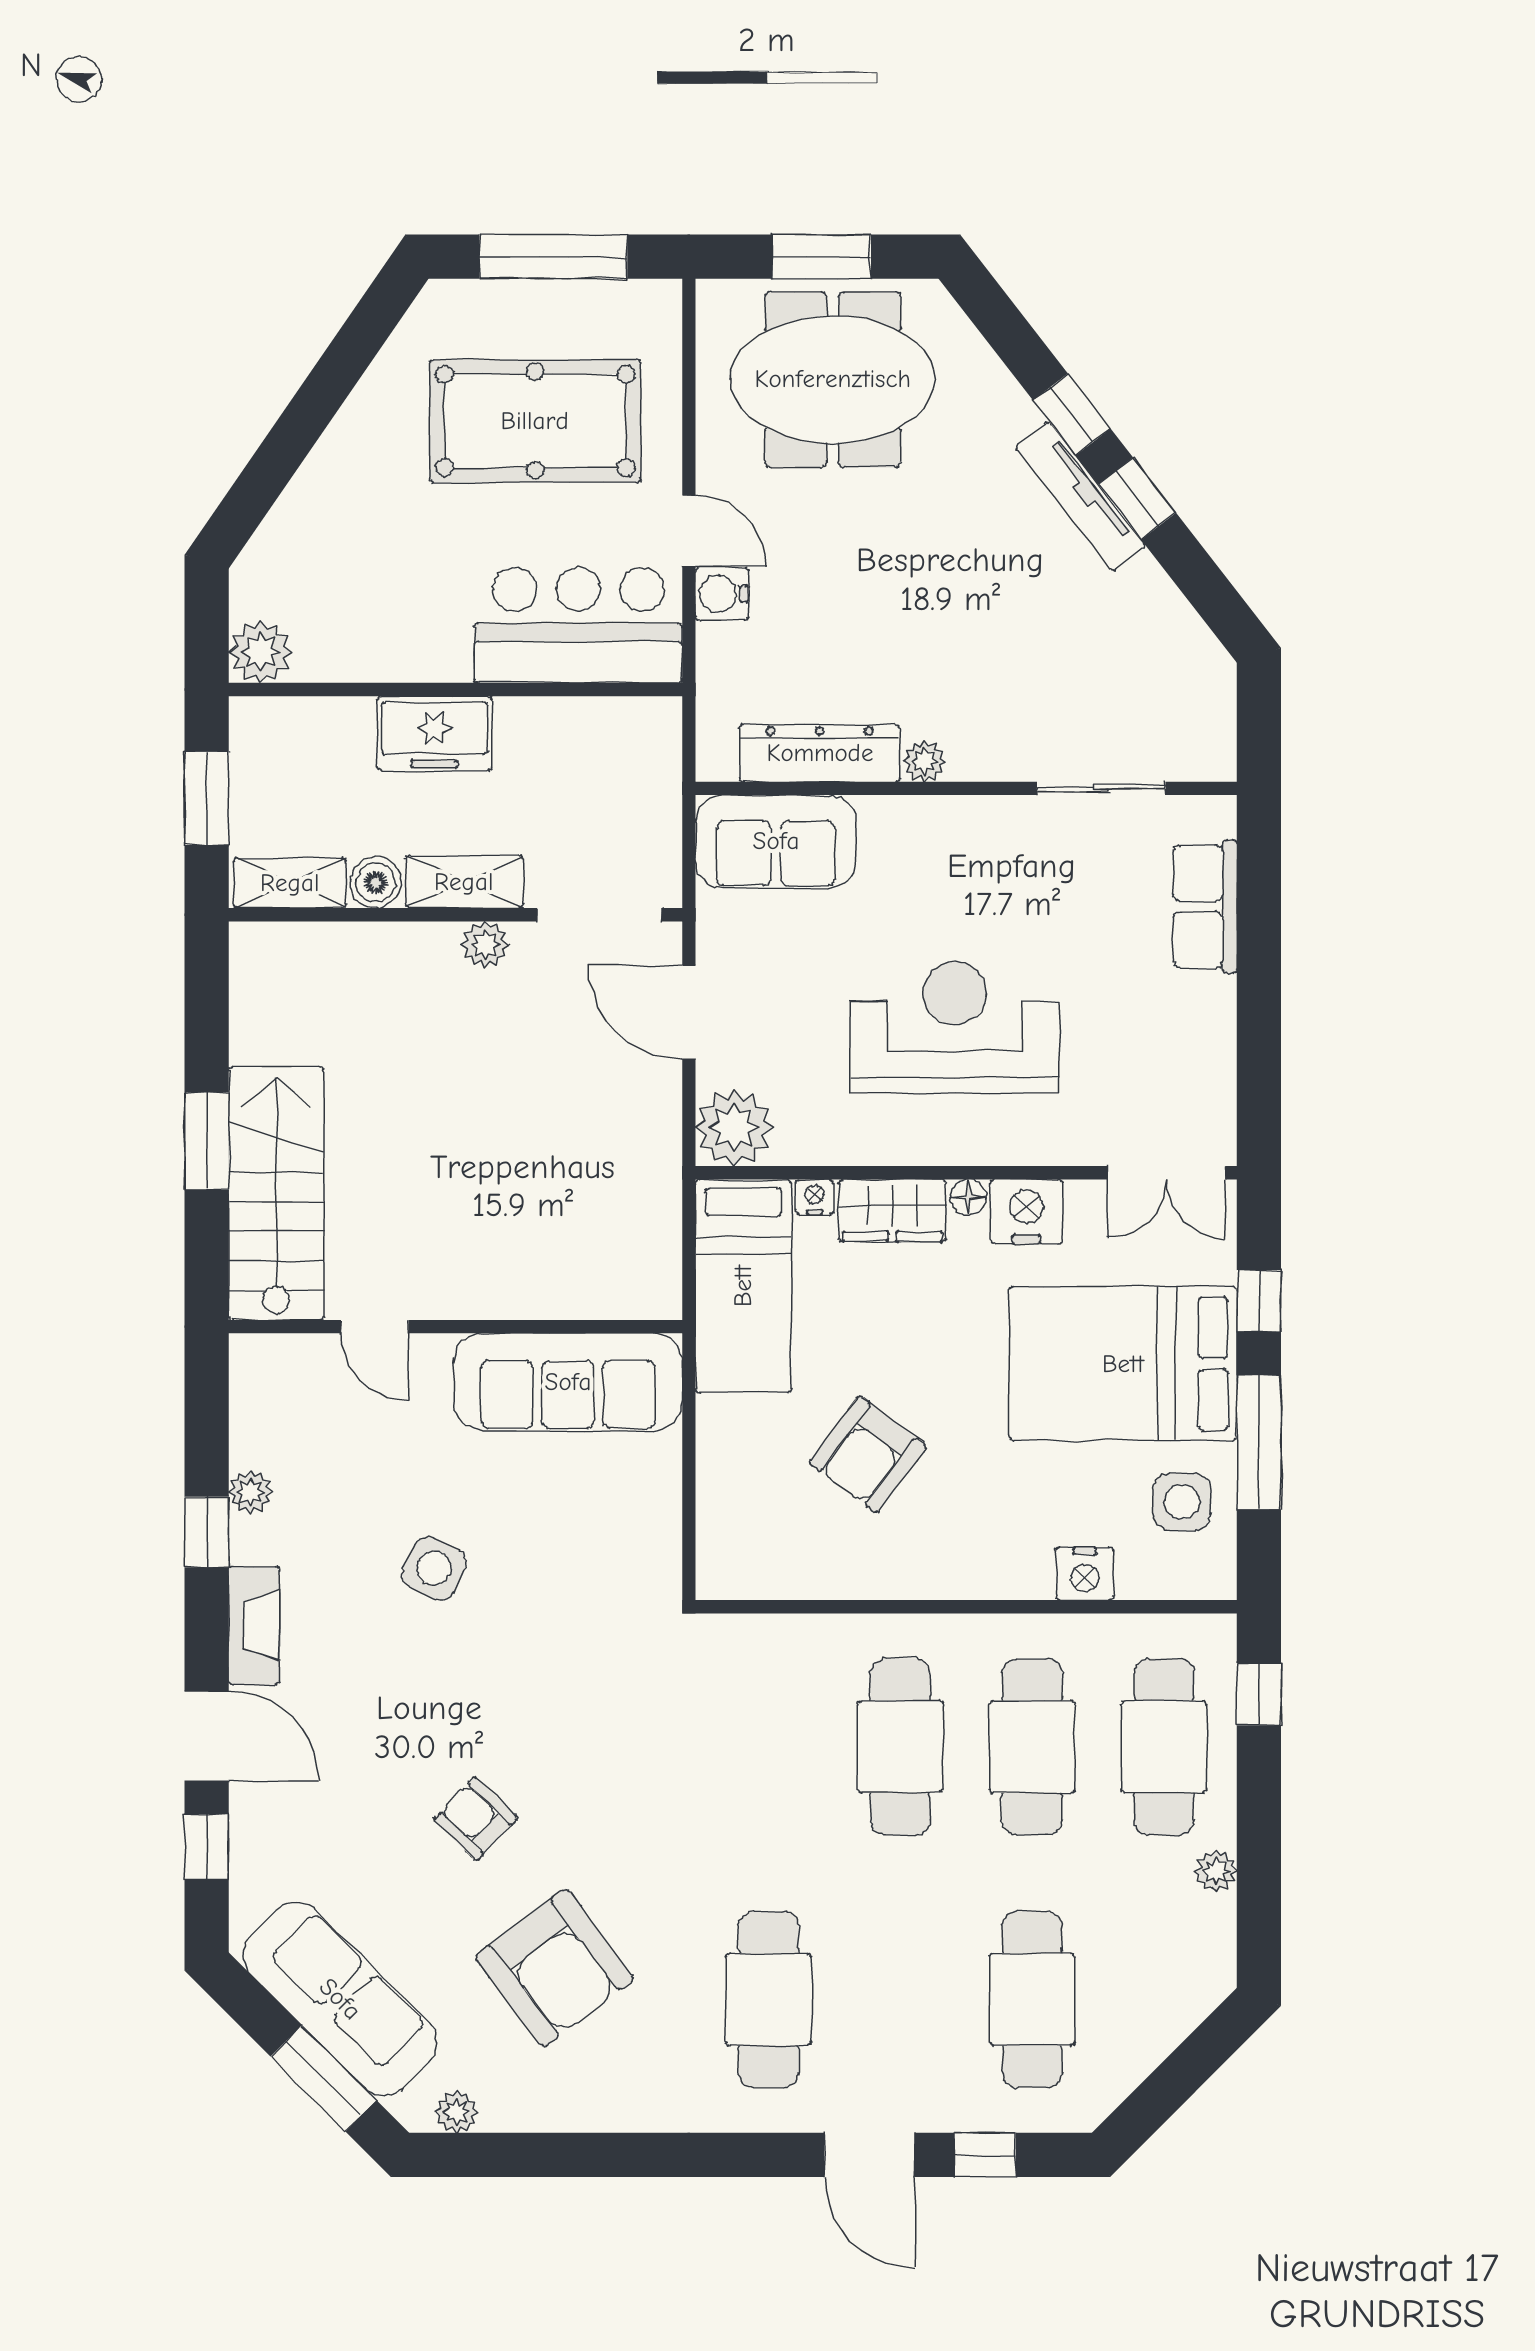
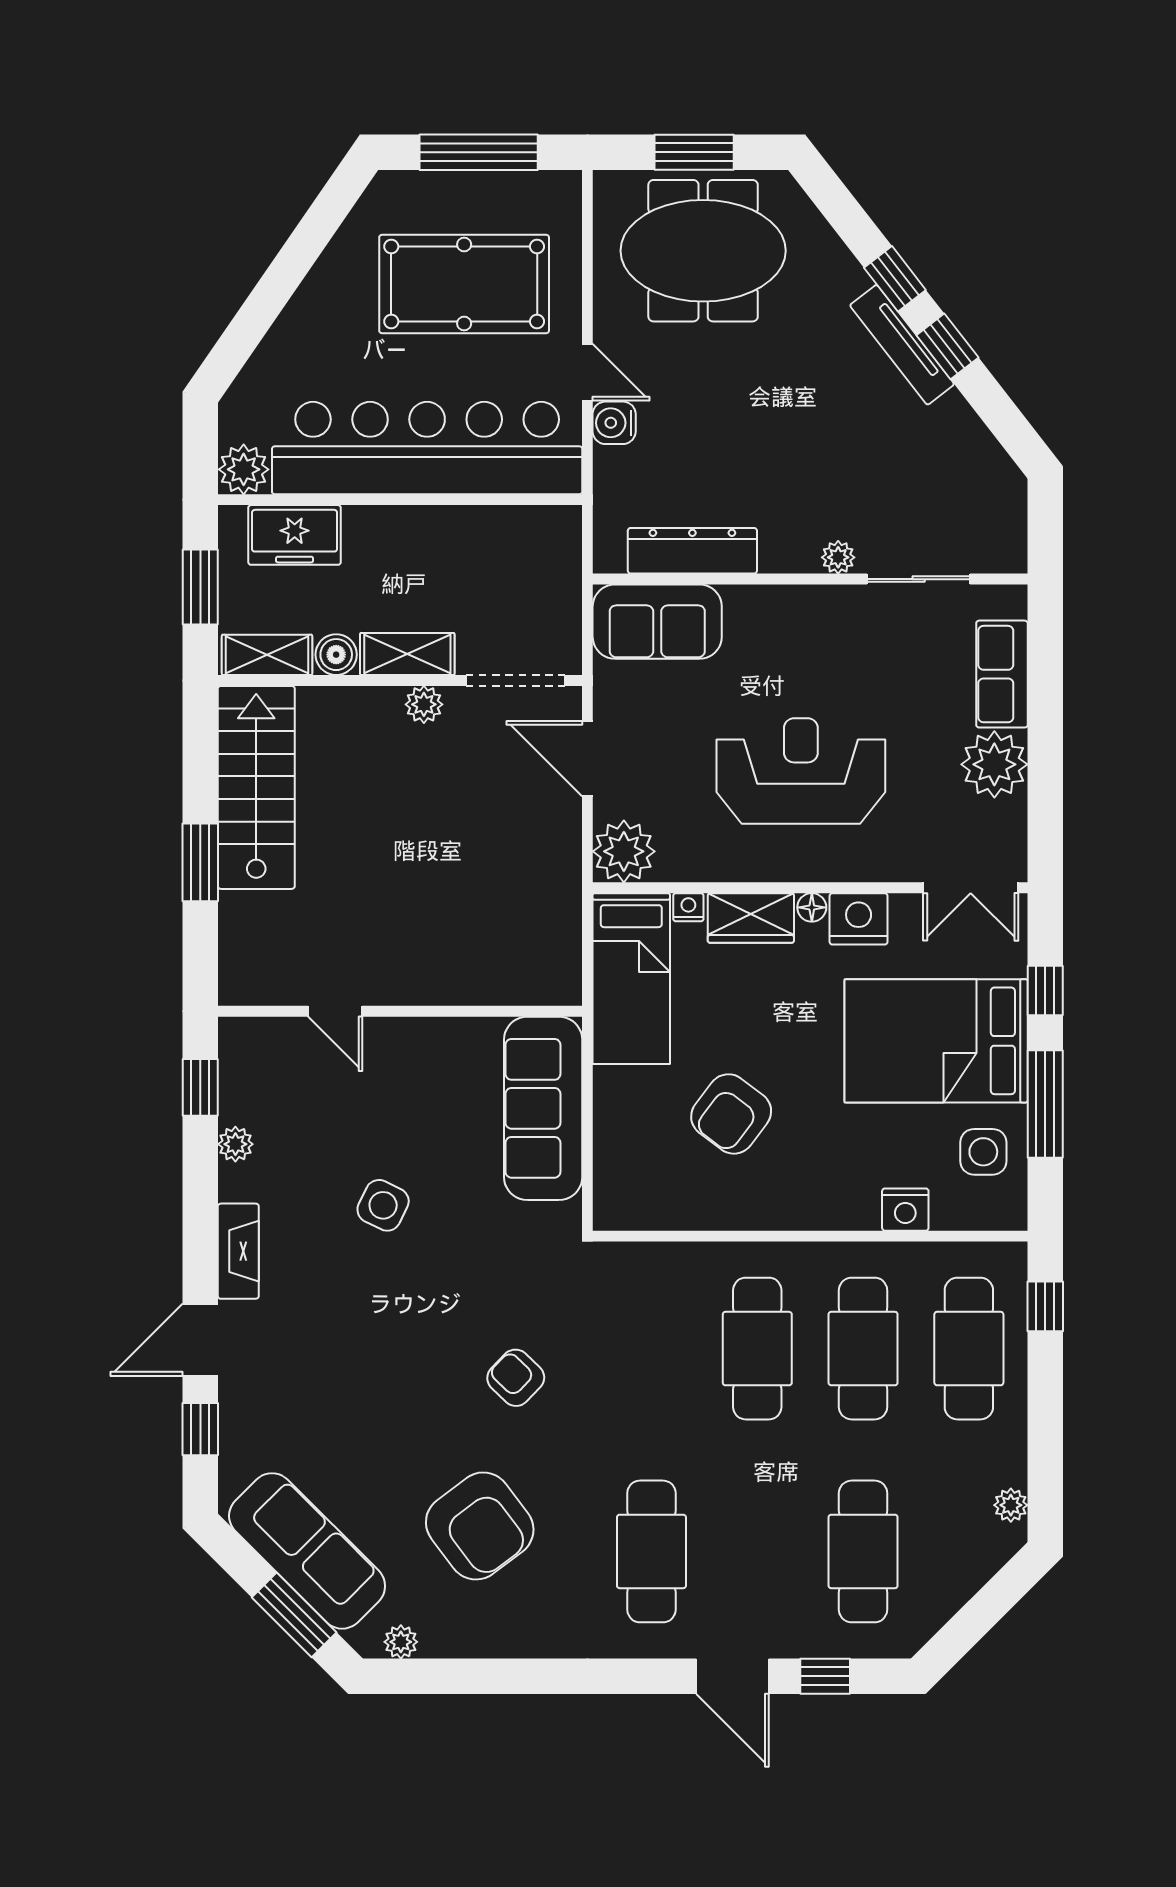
bar counter: (578, 625) -> (427, 448), width x1.86
freezer: (435, 733) -> (295, 535), moved
plant: (925, 761) -> (838, 557), moved
plant: (1196, 1019) -> (994, 764), added
stairs: (276, 1193) -> (256, 787), moved
sofa: (568, 1382) -> (543, 1108), moved, turned 90
window: (207, 1532) -> (200, 1087), moved
door: (207, 1736) -> (200, 1340), swing flipped
armchair: (475, 1818) -> (516, 1378), moved
plant: (1216, 1871) -> (1011, 1505), moved

